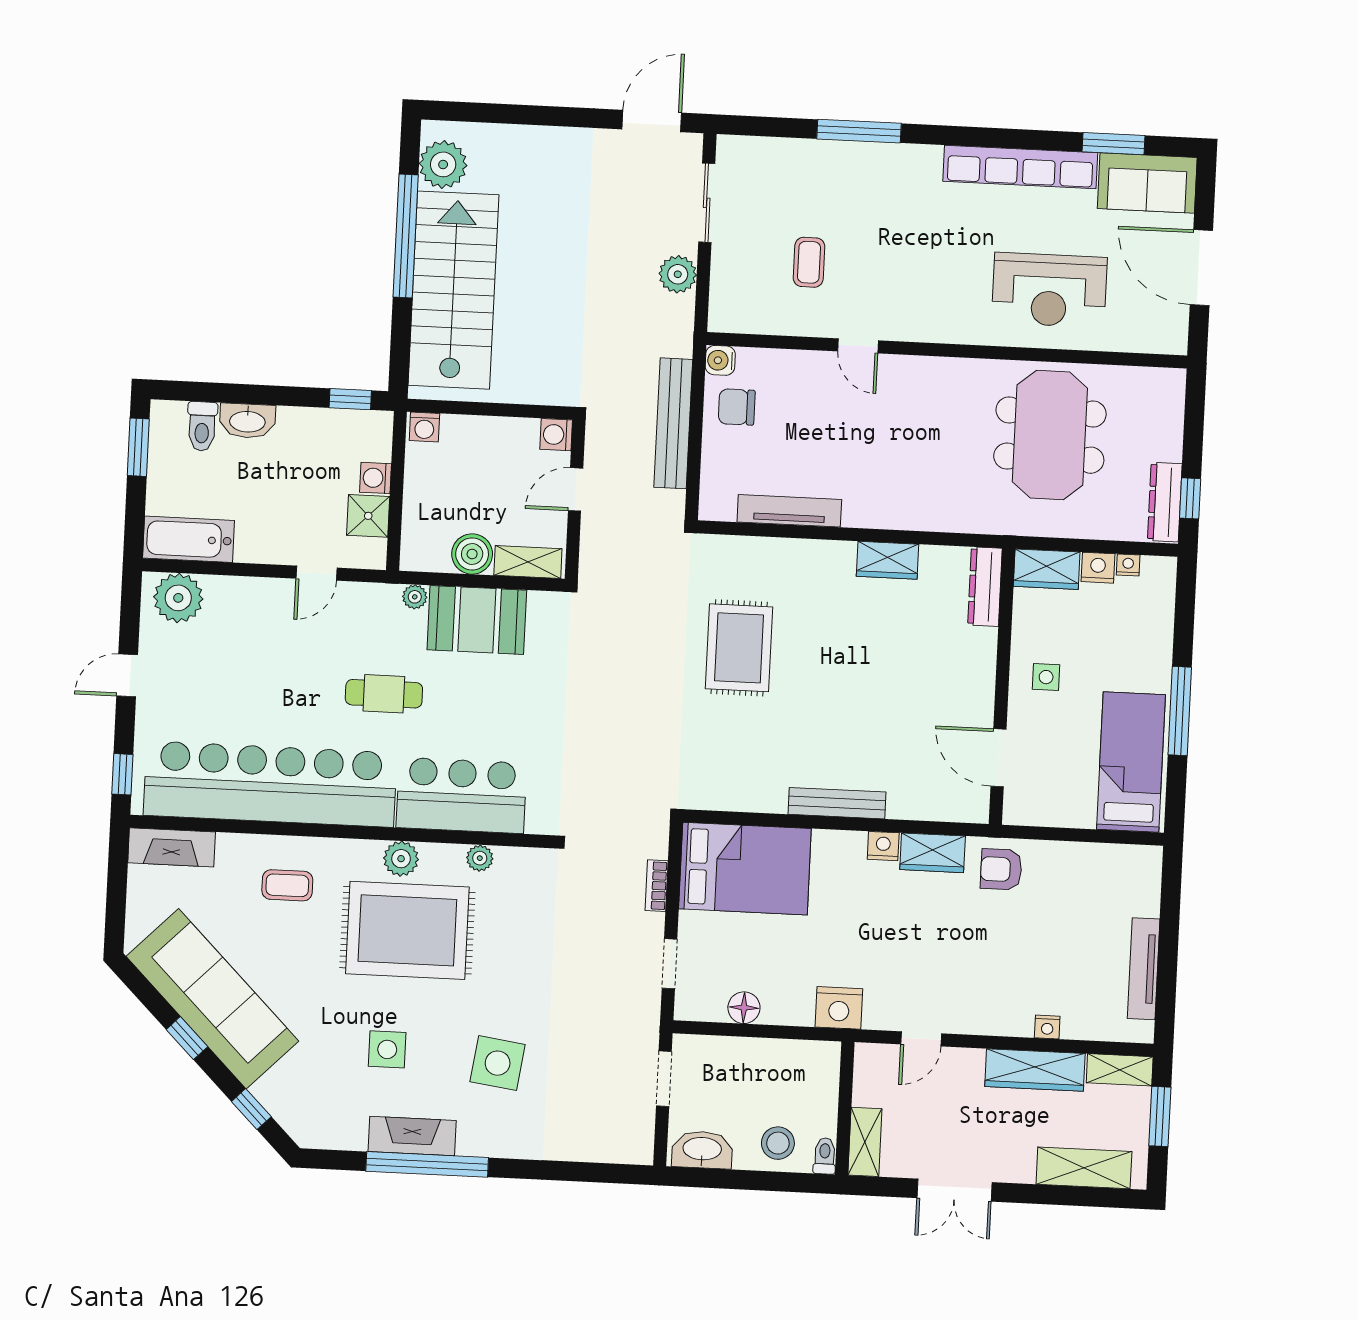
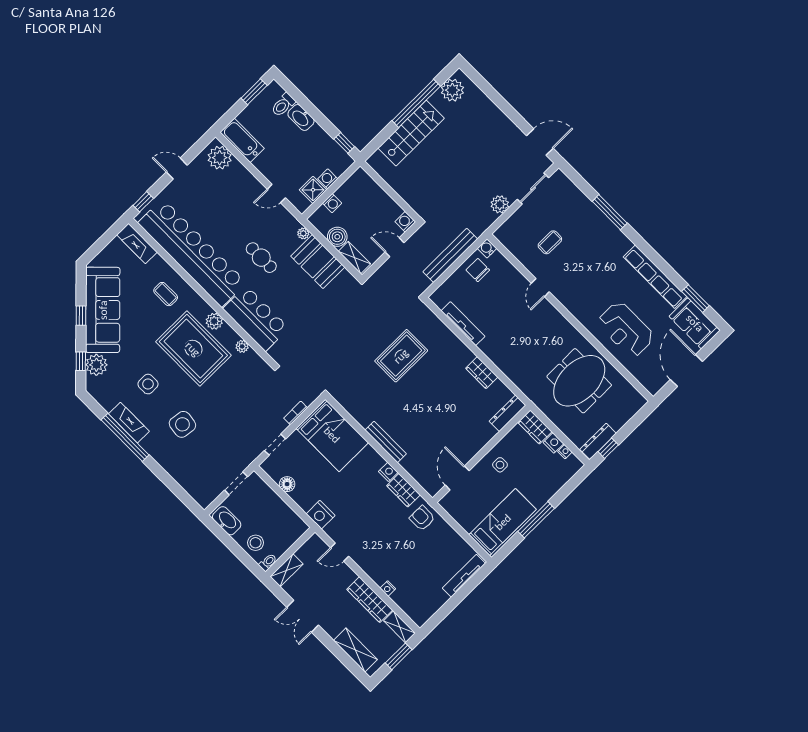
stairs: (453, 290) -> (411, 133), width x0.73, depth x0.66
washing machine: (424, 427) -> (332, 203), moved, turned -90
tv unit: (1144, 969) -> (464, 576), moved
plant: (280, 1093) -> (96, 365), added

